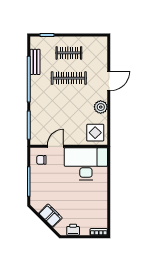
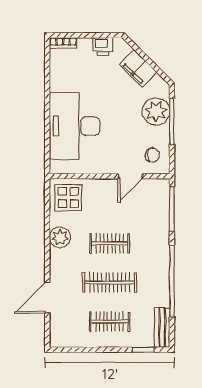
bench: (35, 62) -> (162, 328), moved
door: (109, 81) -> (47, 298), moved
clothes rail: (69, 103) -> (110, 243), added
desk: (86, 164) -> (75, 126), moved, turned 90
plant: (39, 188) -> (156, 111), added

